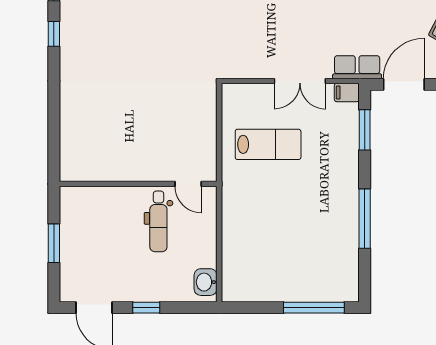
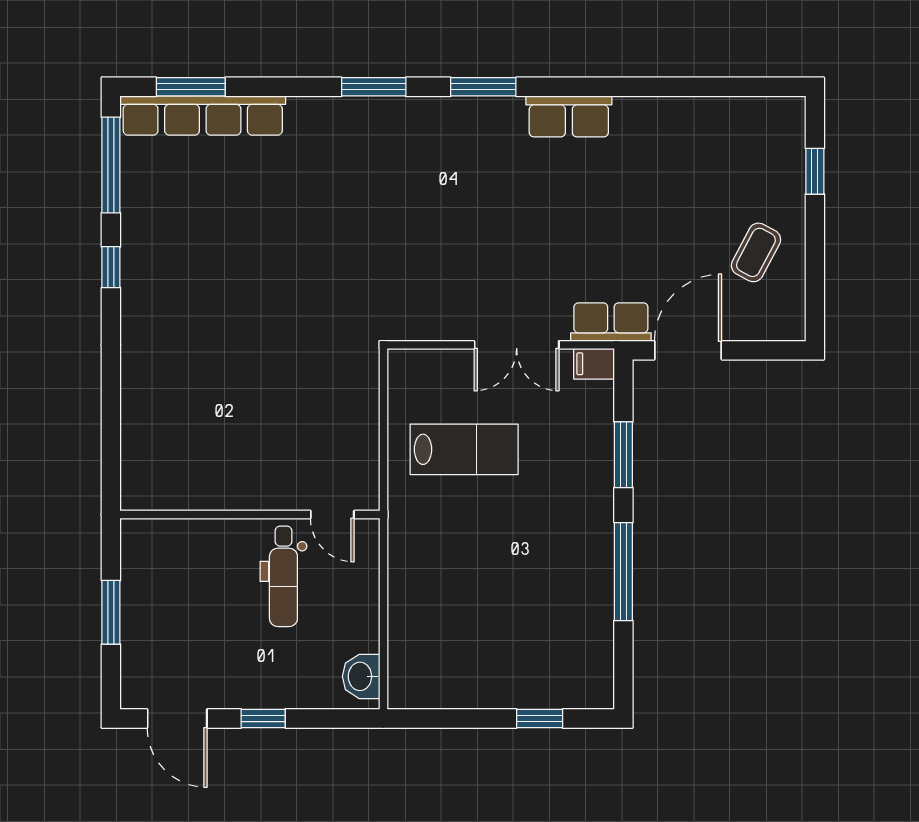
window: (365, 130) -> (623, 455), moved
window: (314, 308) -> (540, 719), width x0.46

